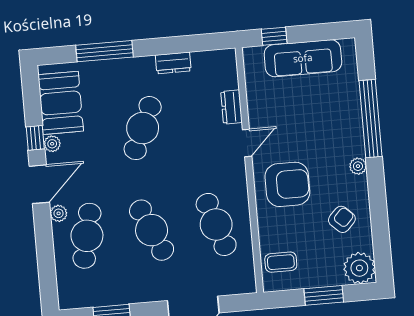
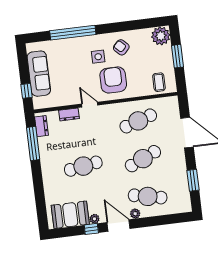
window: (104, 51) -> (33, 144), moved
dresser: (173, 63) -> (41, 126), moved
cafe table: (143, 128) -> (83, 166), turned -33
side table: (328, 160) -> (98, 57), added
plant: (358, 166) -> (101, 39), removed
armchair: (342, 219) -> (121, 47), moved

